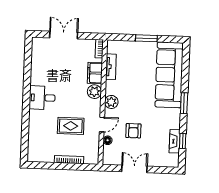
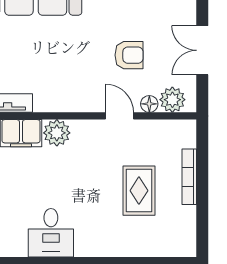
desk: (42, 98) -> (51, 233), moved
plant: (111, 102) -> (172, 100), moved
rug: (71, 126) -> (139, 191), moved

